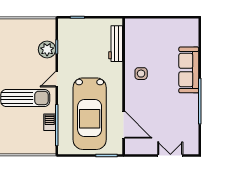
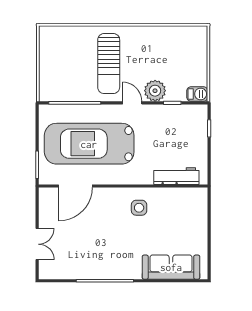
plant: (47, 50) -> (155, 91), moved
sofa: (189, 70) -> (171, 267), moved
barbecue: (50, 122) -> (197, 94), moved

